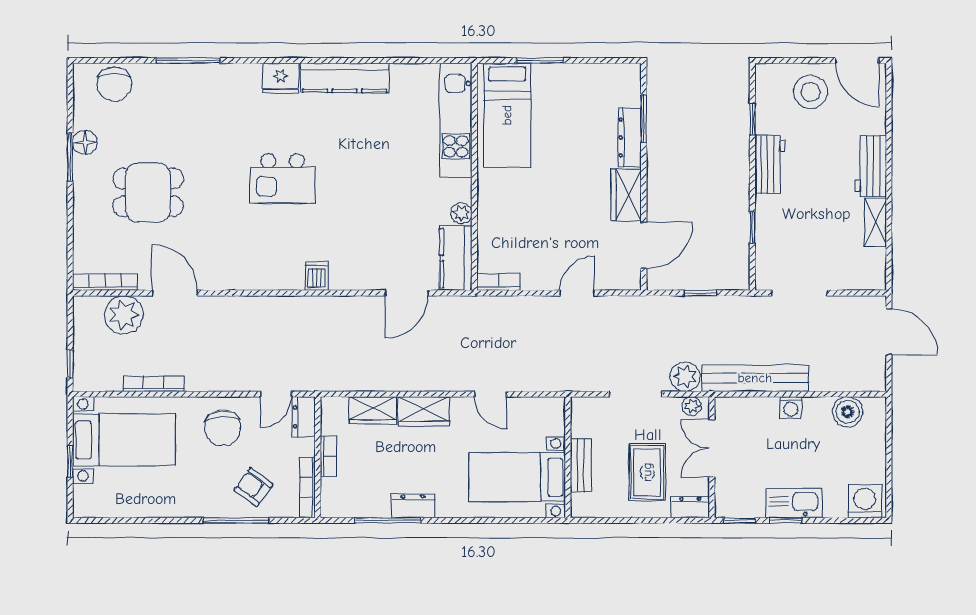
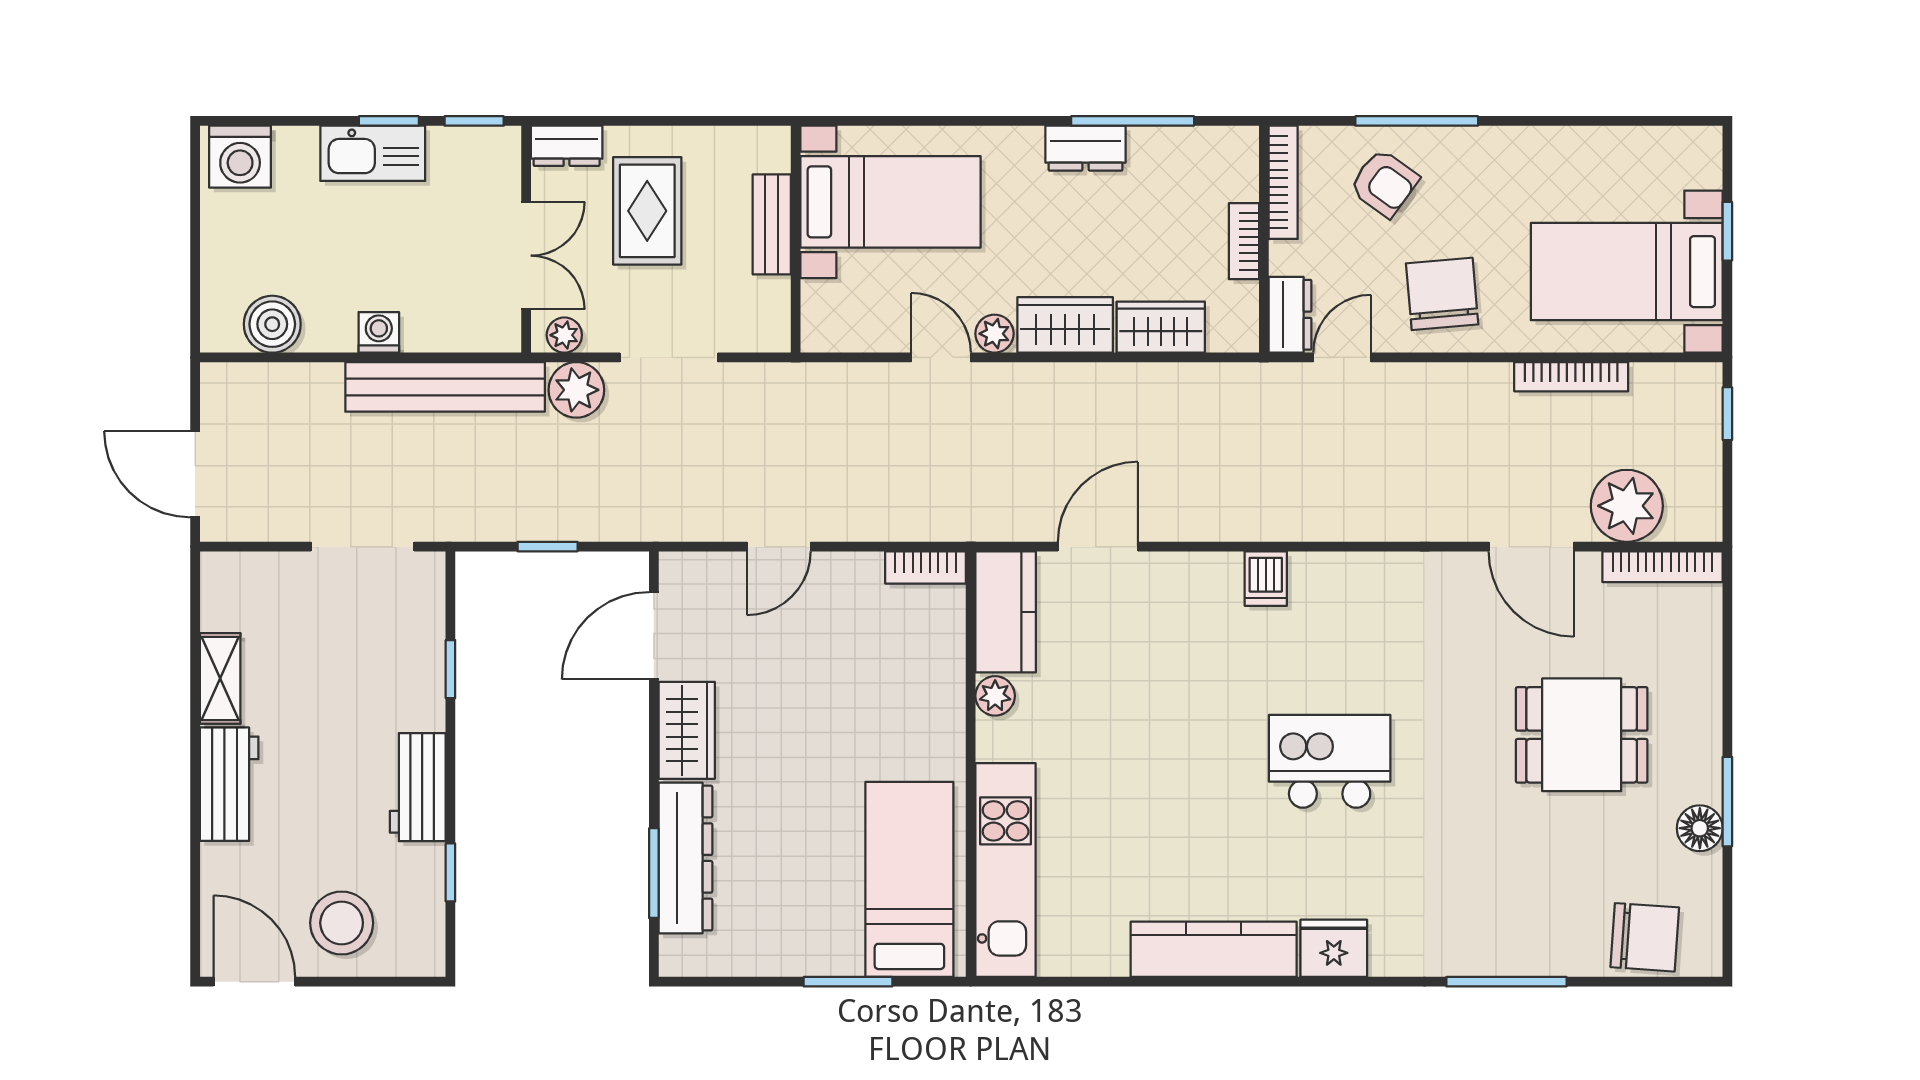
chair: (114, 84) -> (1645, 937), turned 94
dresser: (630, 137) -> (685, 858), width x1.37, depth x1.24
plant: (462, 407) -> (994, 334), added

